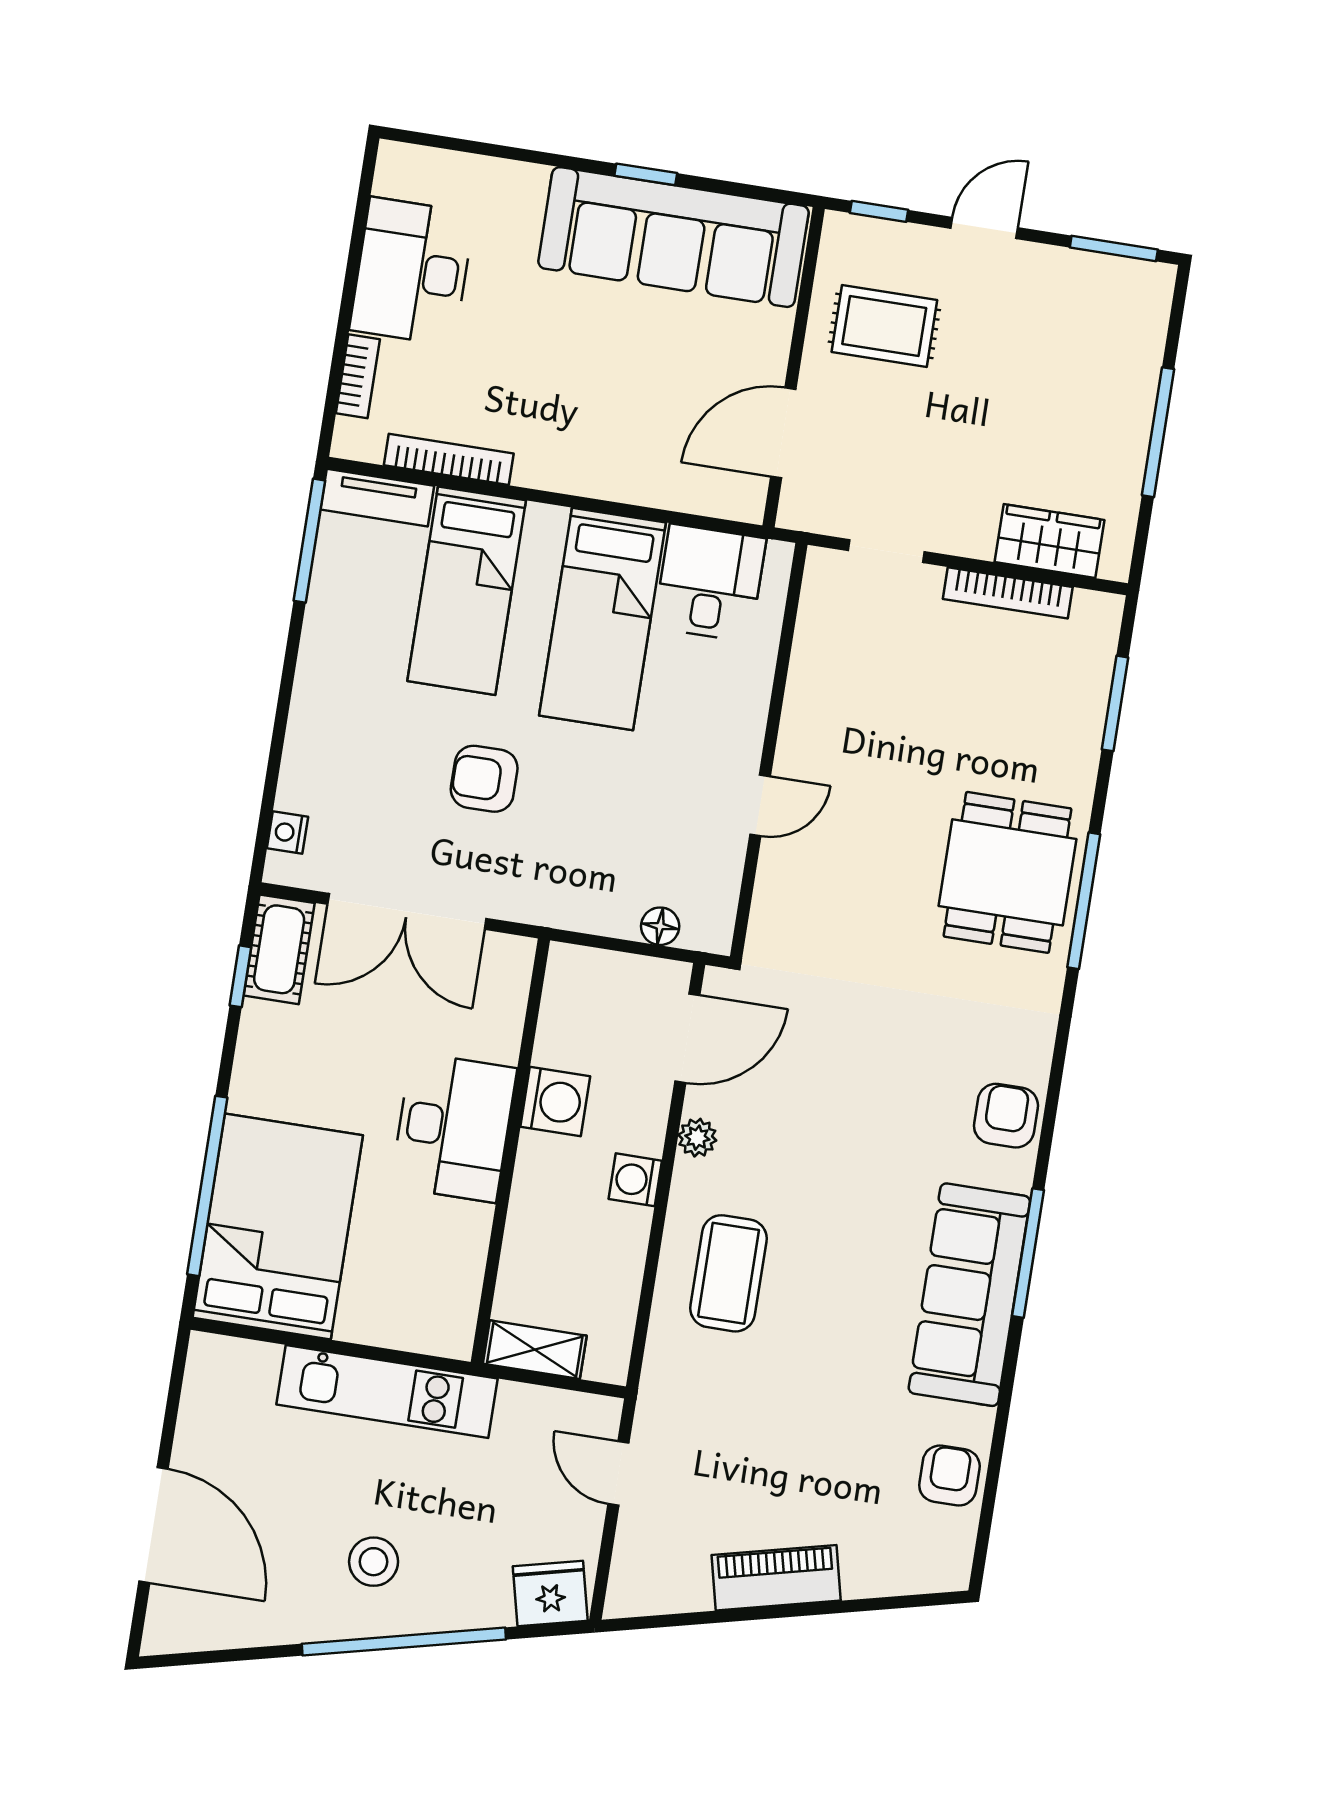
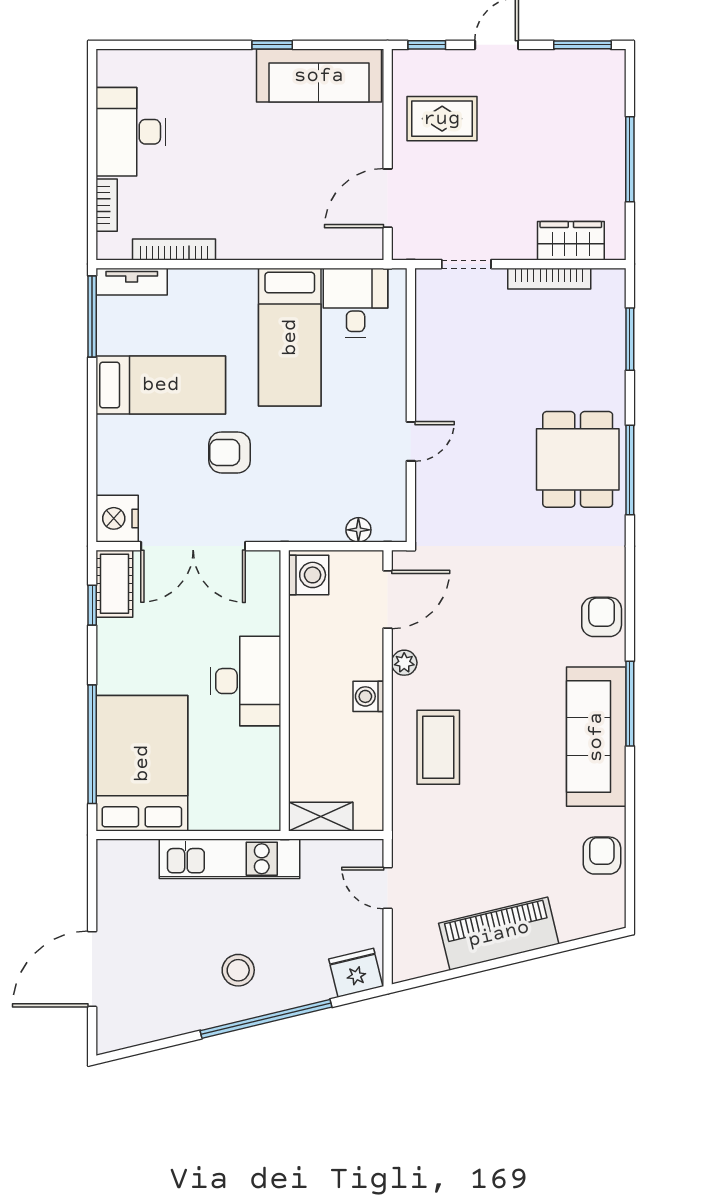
sofa: (673, 237) -> (319, 76), width x0.74, depth x0.79
bed: (467, 591) -> (161, 385), moved, turned -90
nightstand: (287, 833) -> (117, 518), width x1.89, depth x1.79
washing machine: (555, 1101) -> (309, 575), moved
door: (154, 1525) -> (92, 969), swing flipped
piano: (776, 1578) -> (499, 934), width x1.37, depth x1.33

